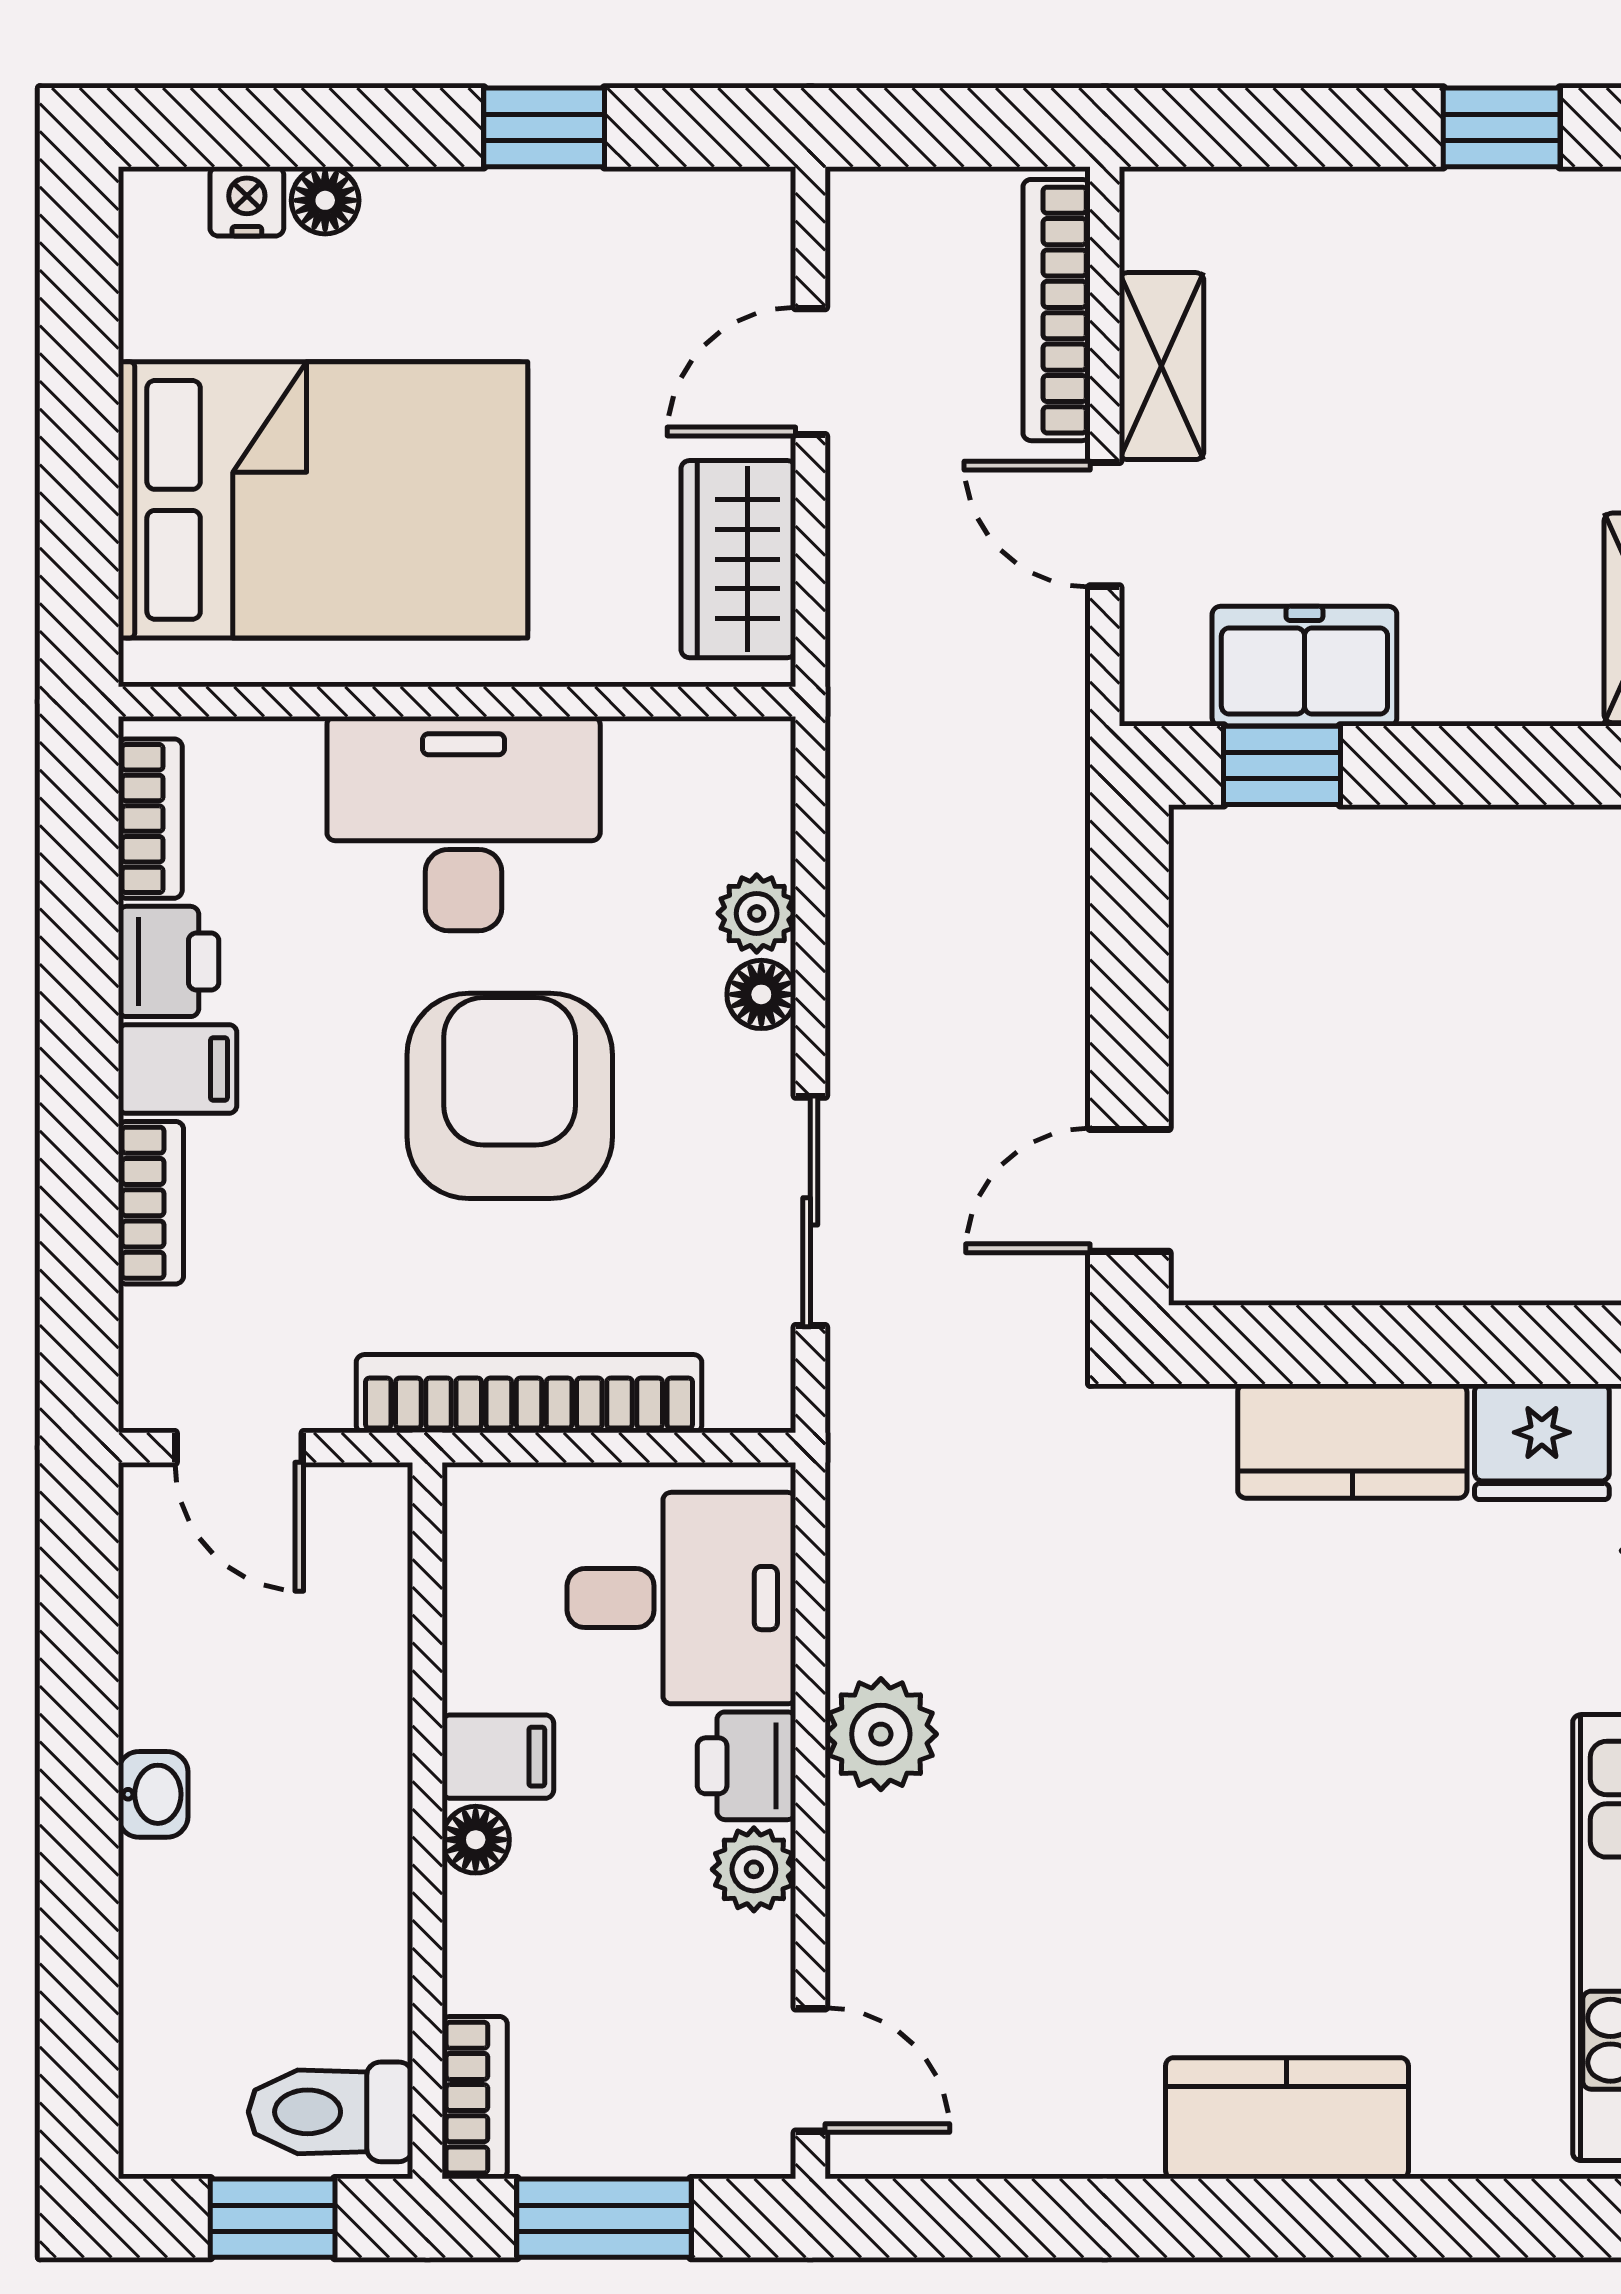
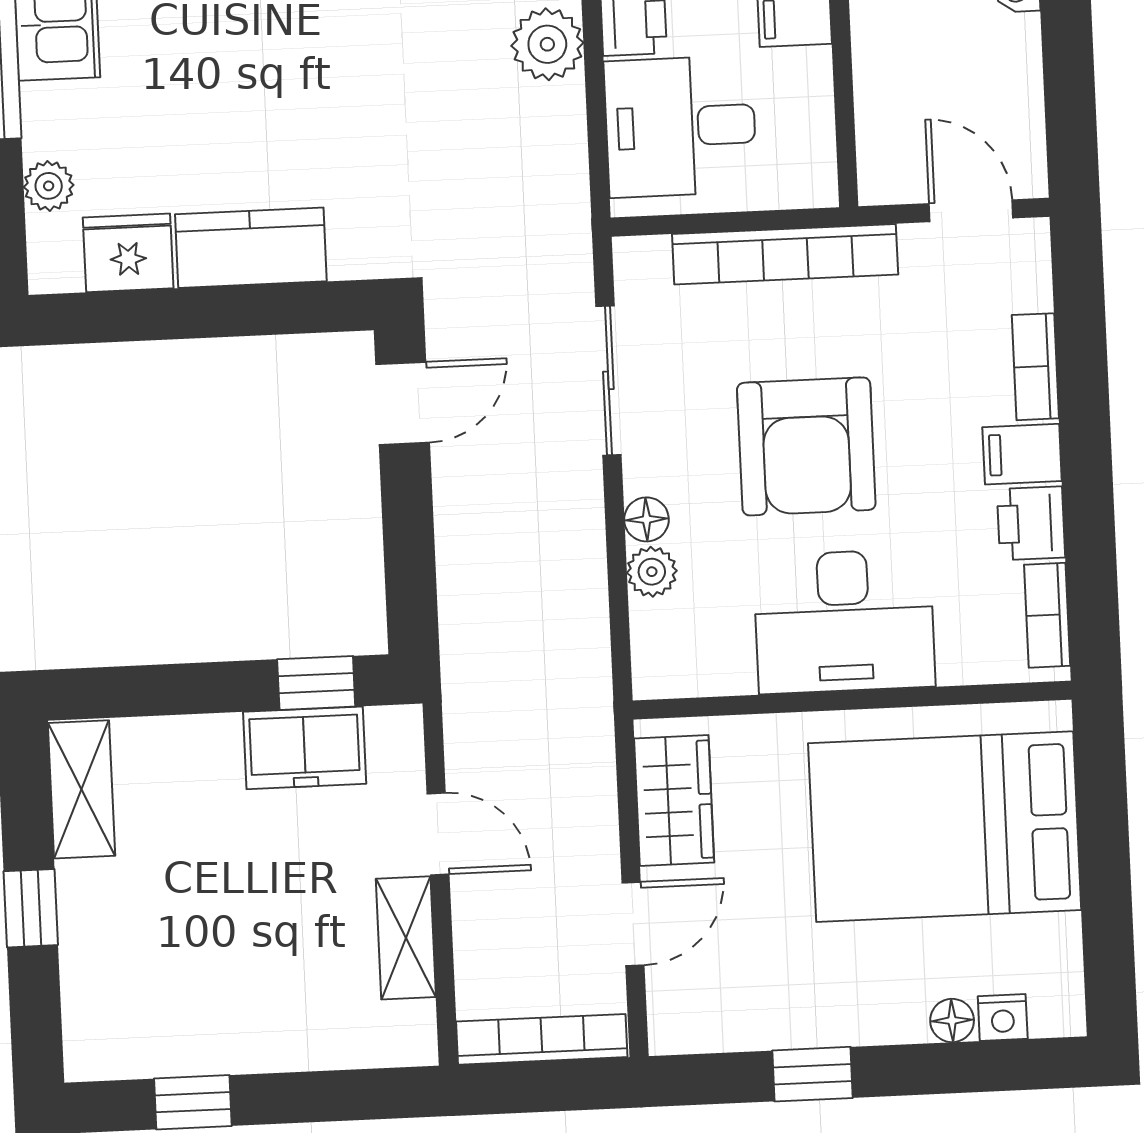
bookcase: (1057, 310) -> (542, 1039), moved, turned -90

